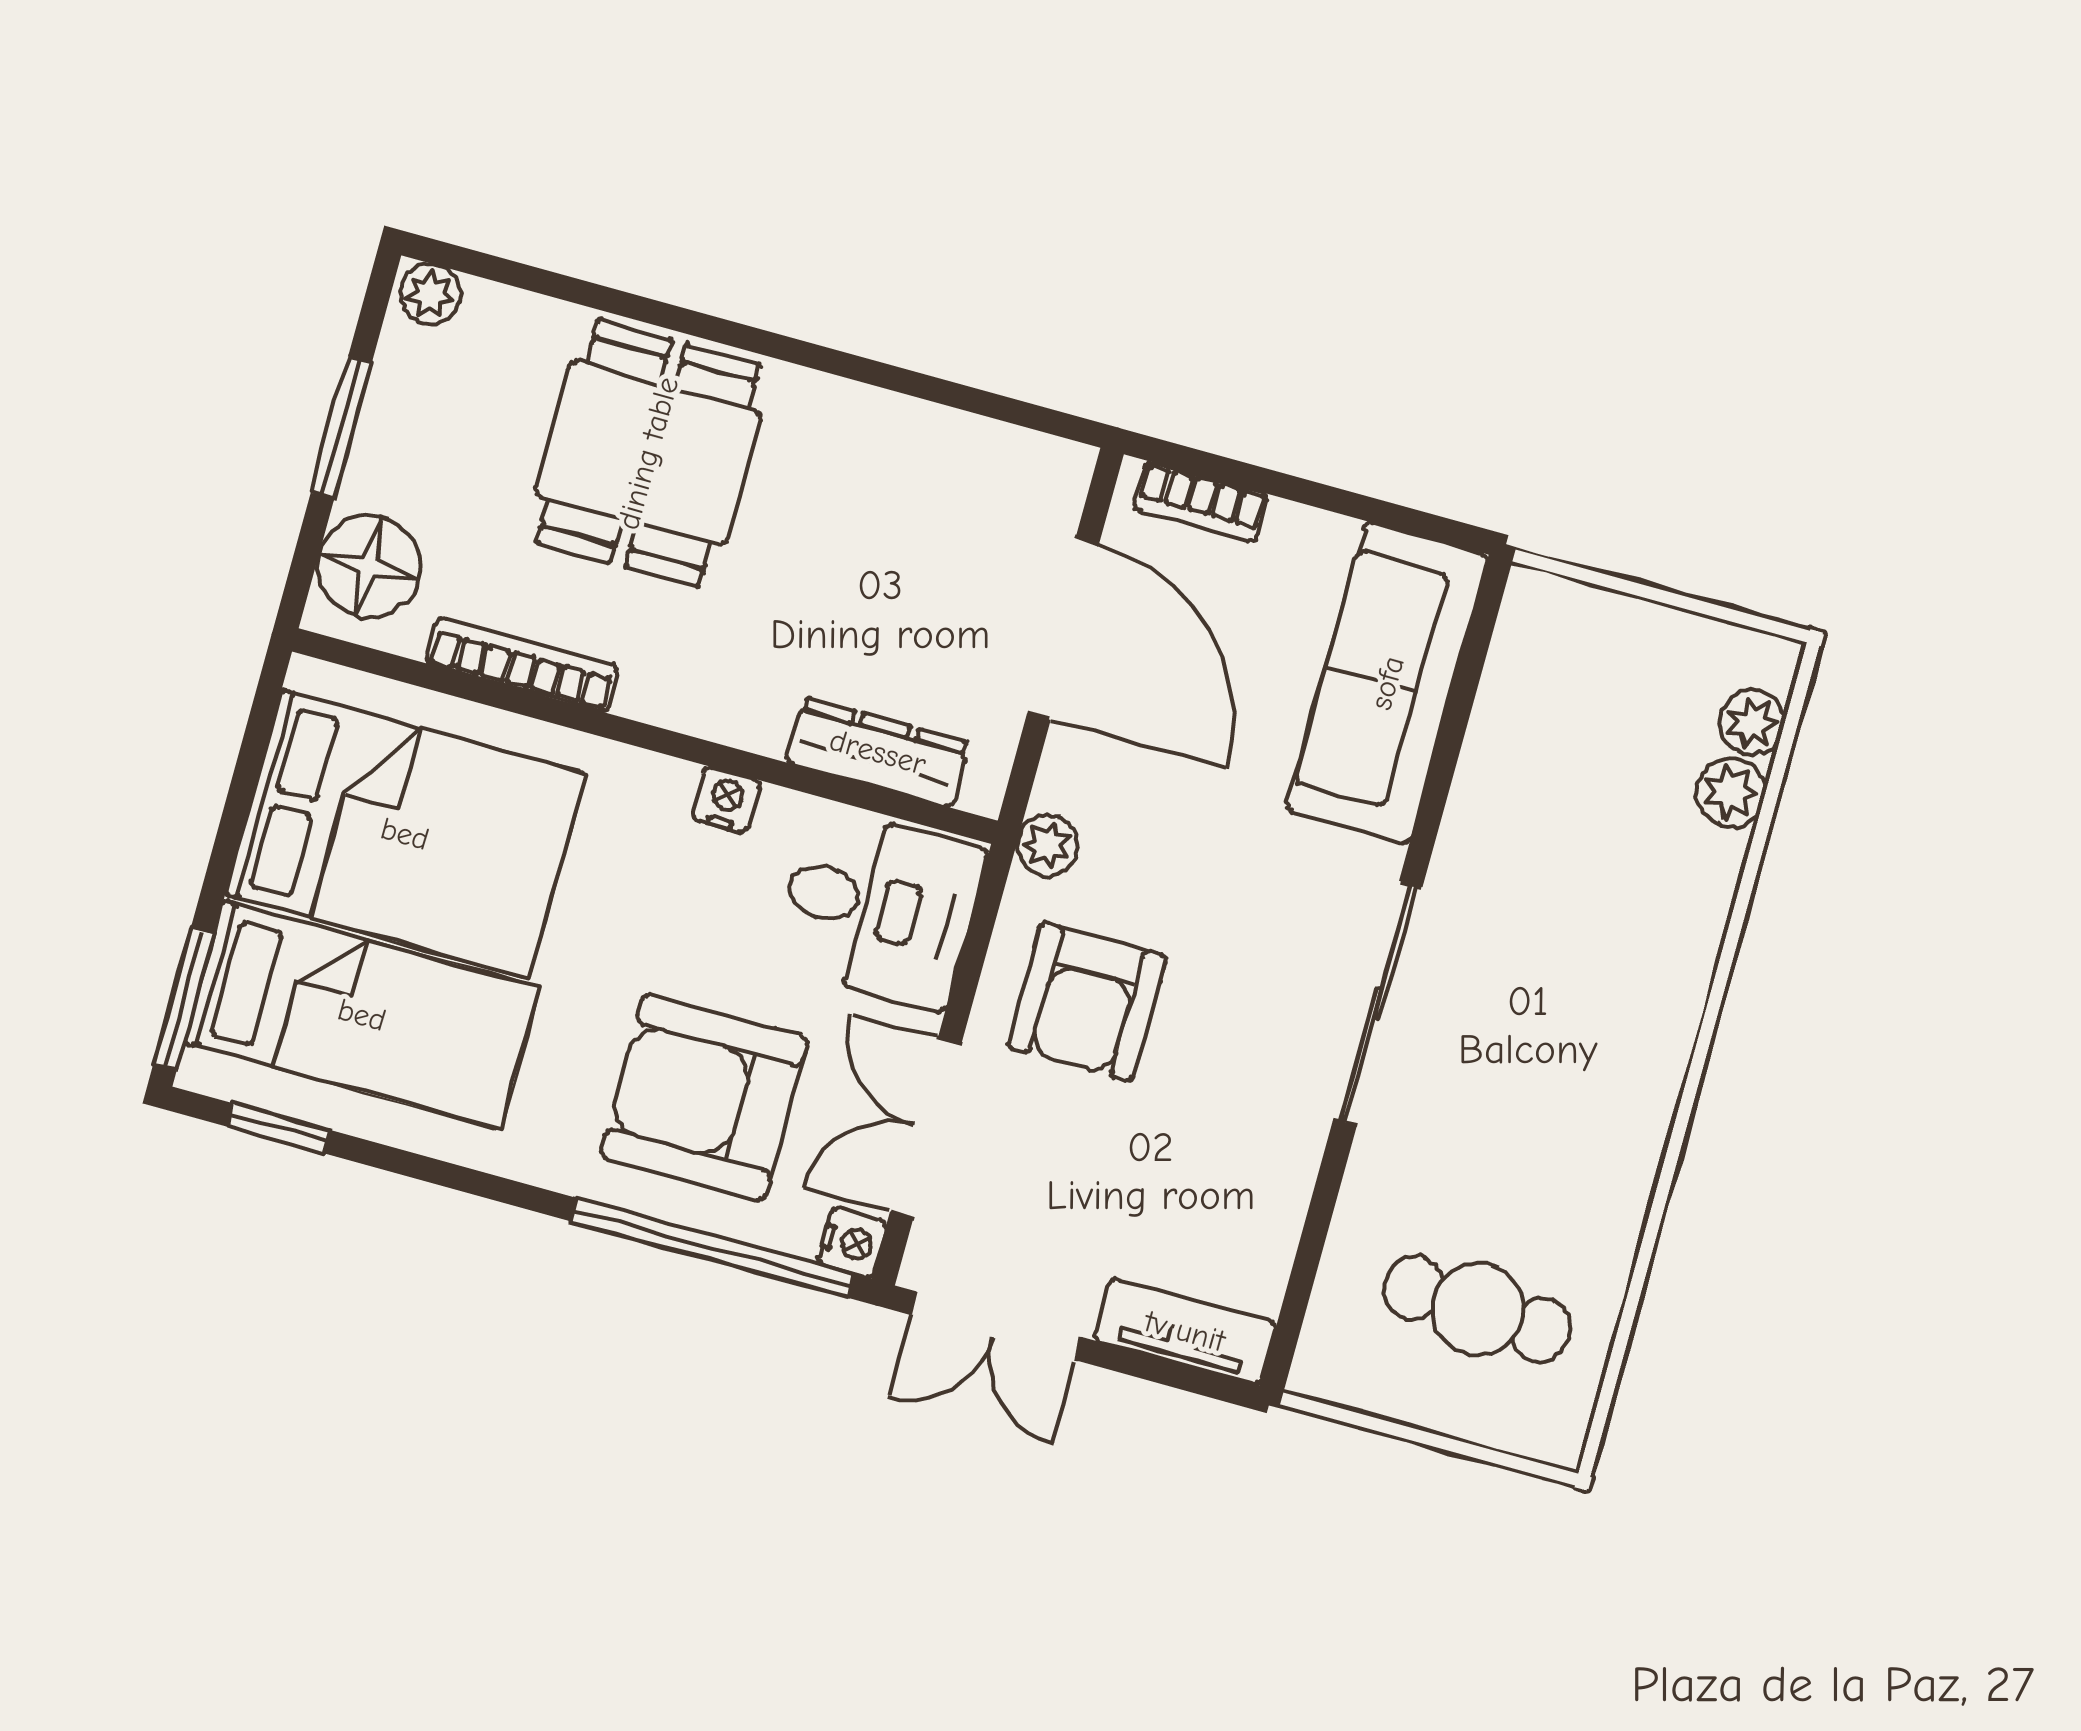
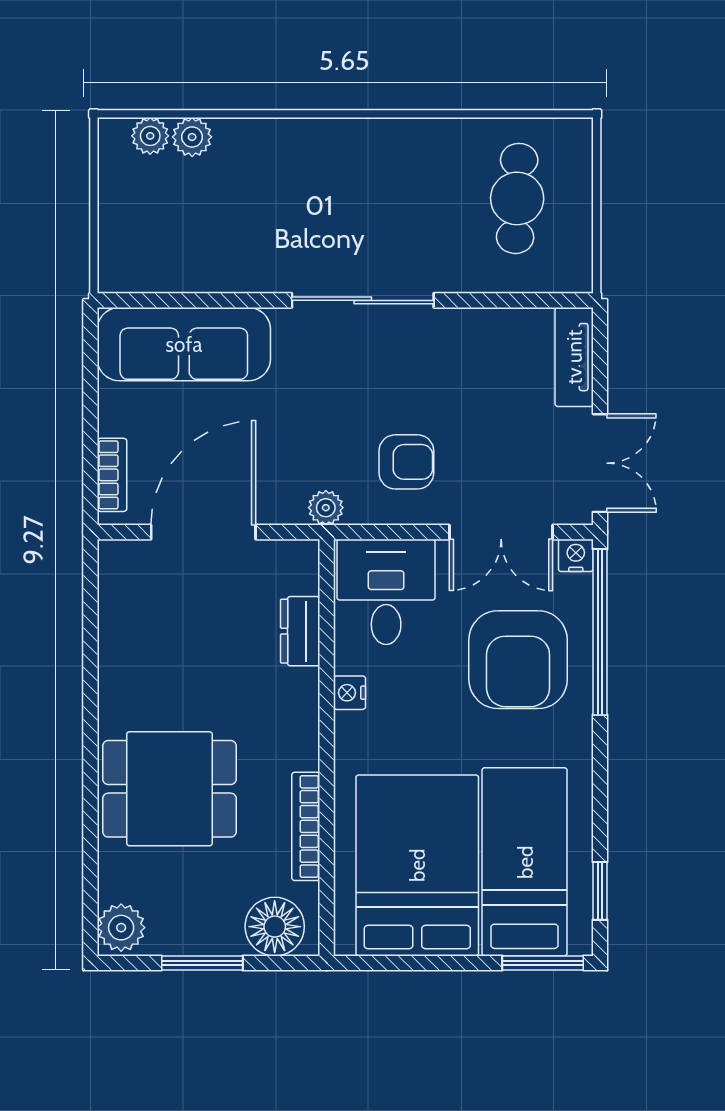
plant: (430, 294) -> (121, 928), width x1.38, depth x1.38
dresser: (878, 752) -> (300, 631), width x0.70
armchair: (1087, 1002) -> (406, 462), width x0.72, depth x0.72

